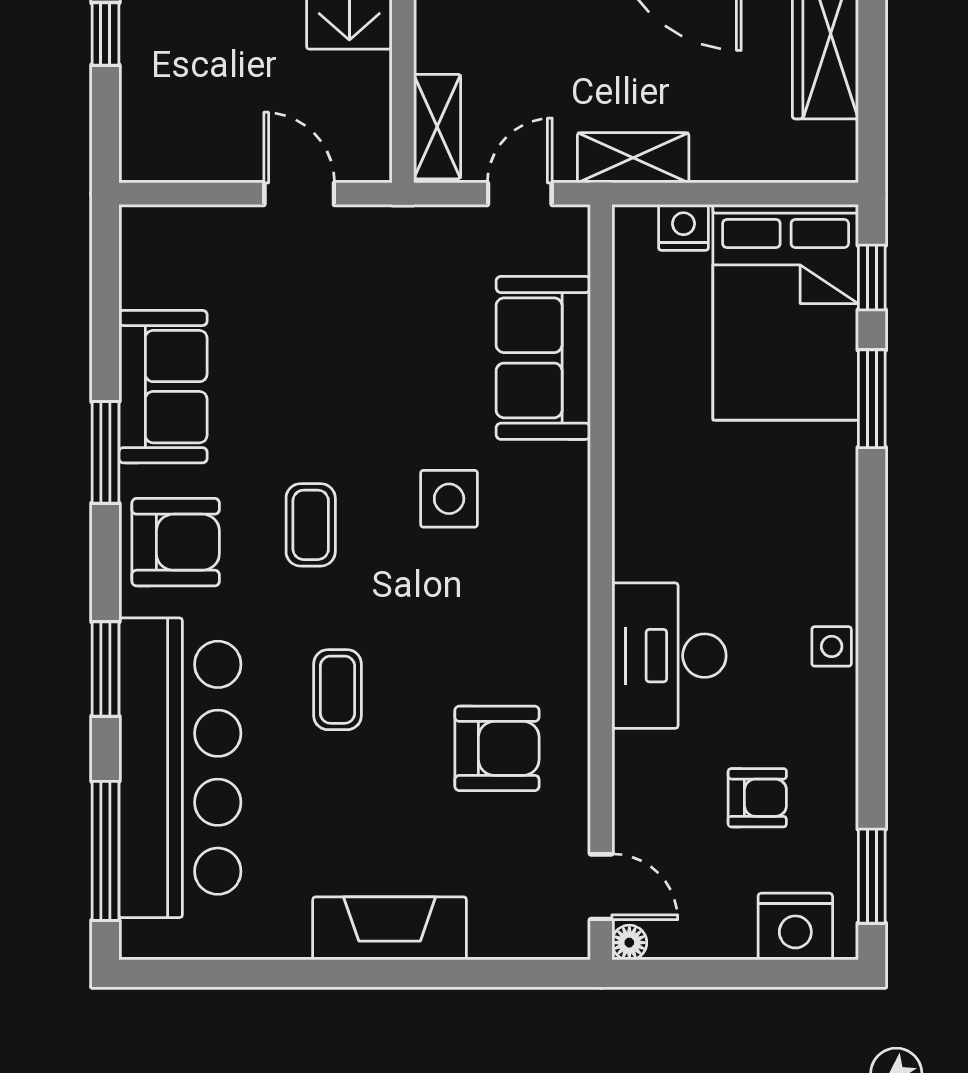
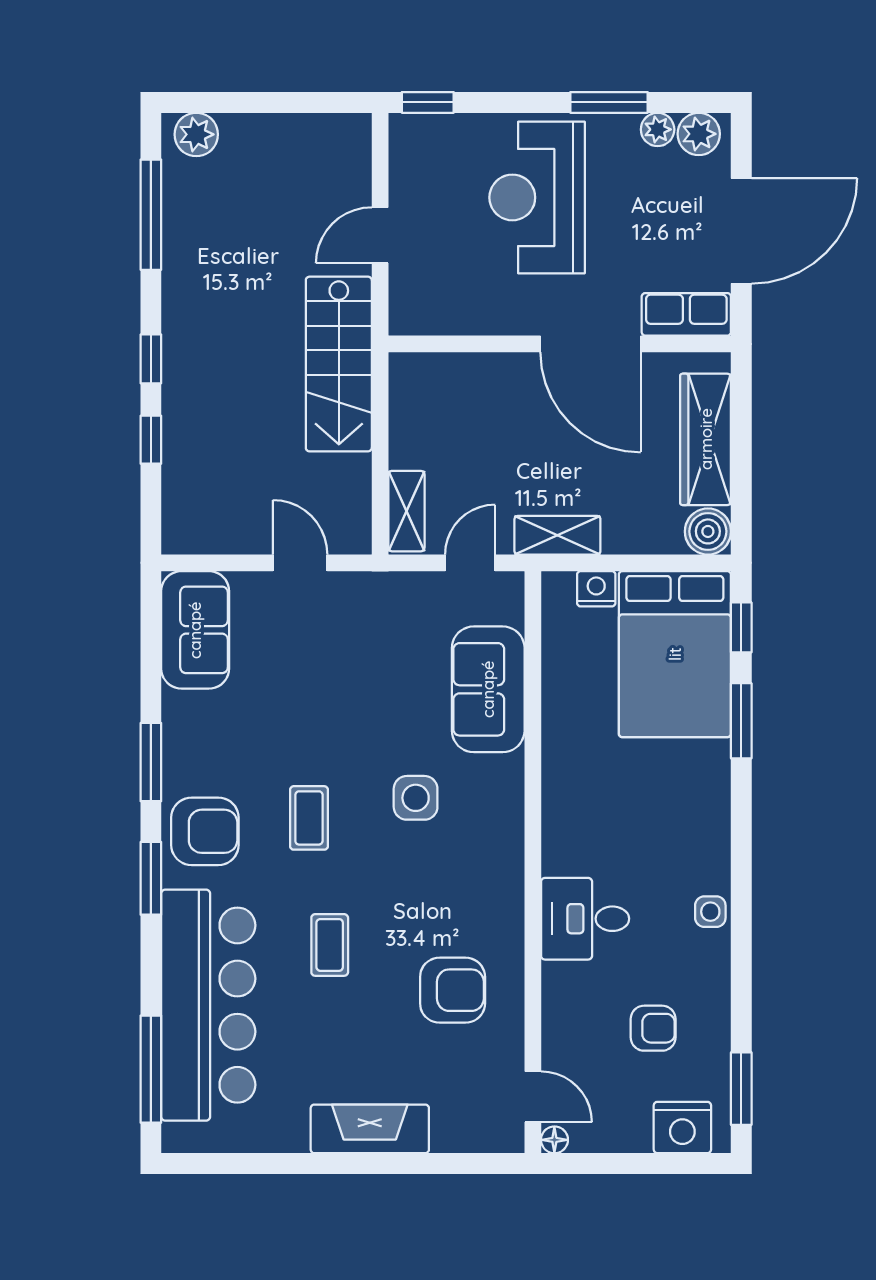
boiler: (828, 153) -> (708, 531), added
sofa: (163, 387) -> (195, 630), moved
desk: (669, 656) -> (585, 919), width x0.73
window: (105, 669) -> (151, 878), moved

